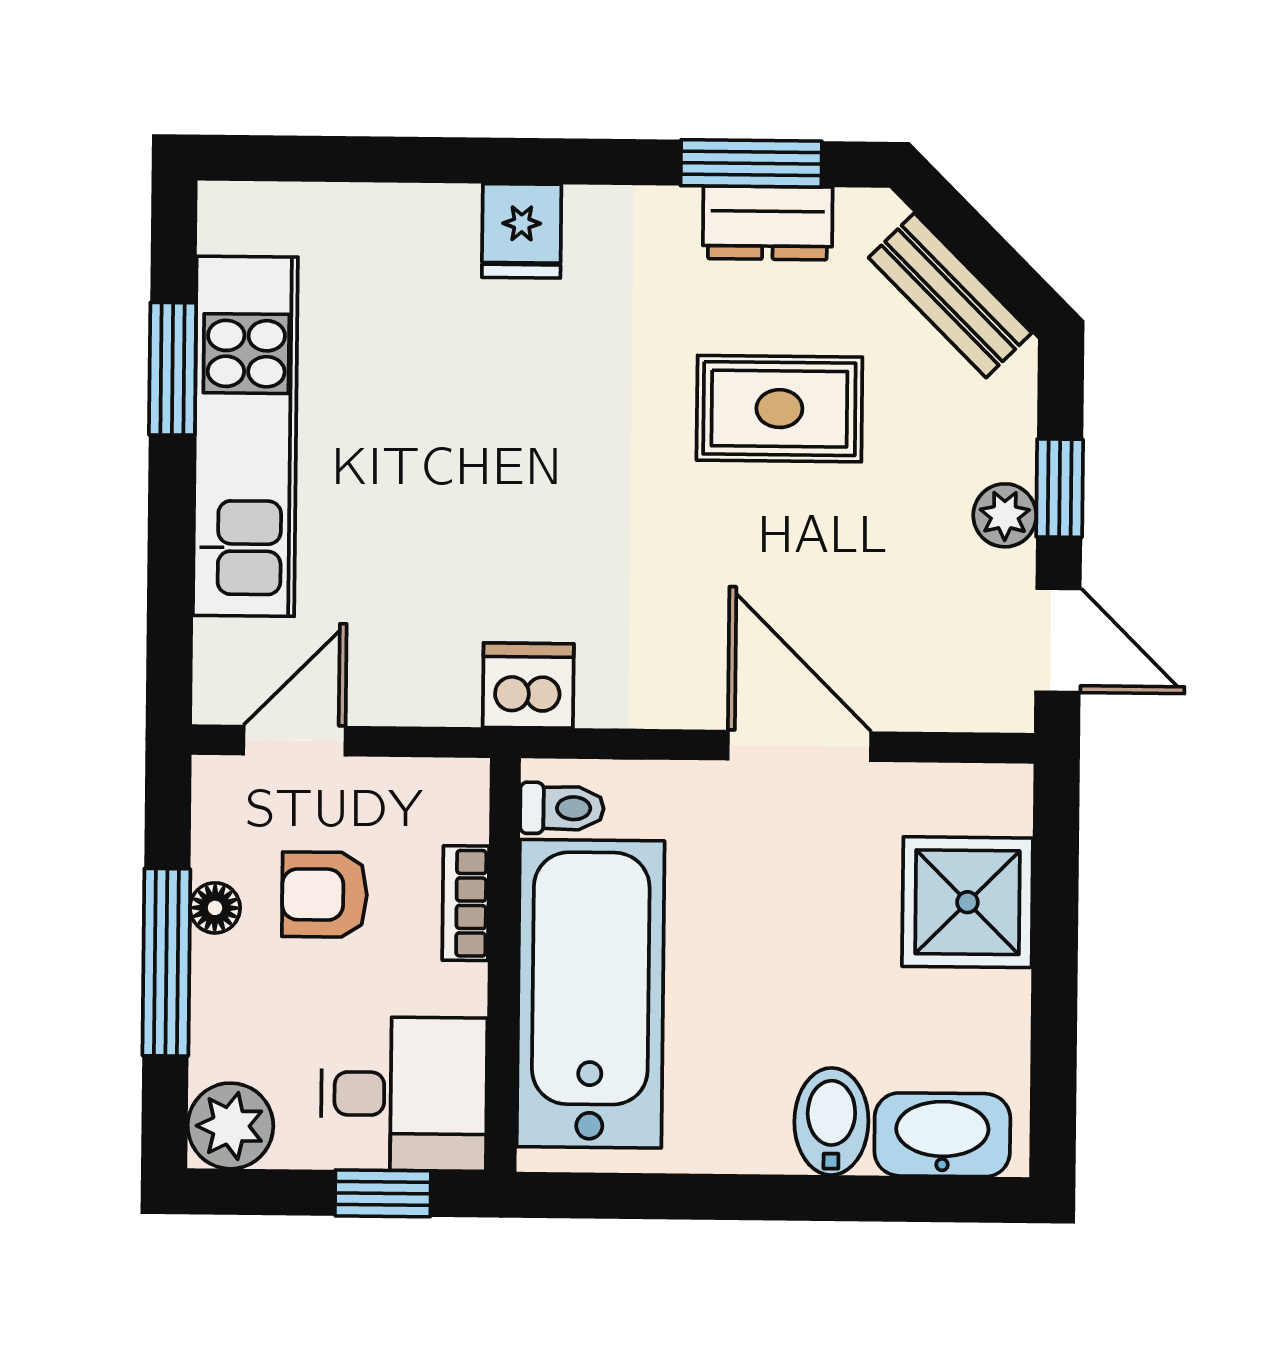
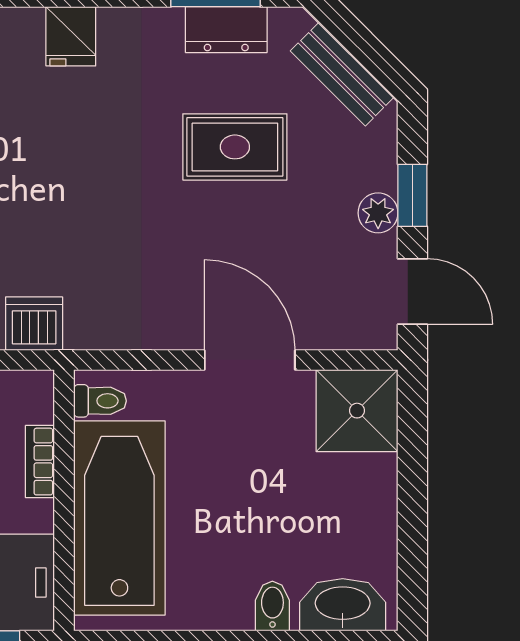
dishwasher: (528, 686) -> (34, 324), moved
shower: (967, 902) -> (357, 411), moved
bidet: (831, 1121) -> (272, 606), width x0.72, depth x0.74

